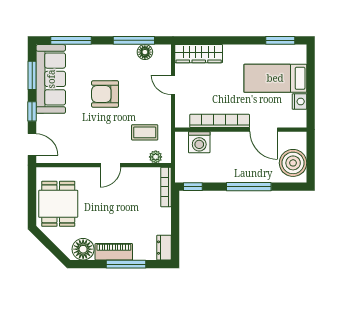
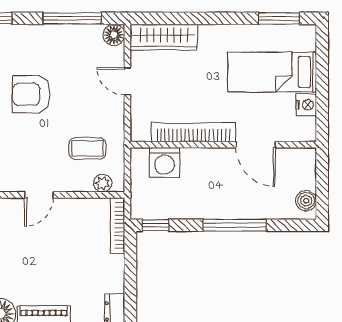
floor lamp: (145, 52) -> (114, 35), moved
boiler: (293, 163) -> (306, 201), width x0.54, depth x0.54

